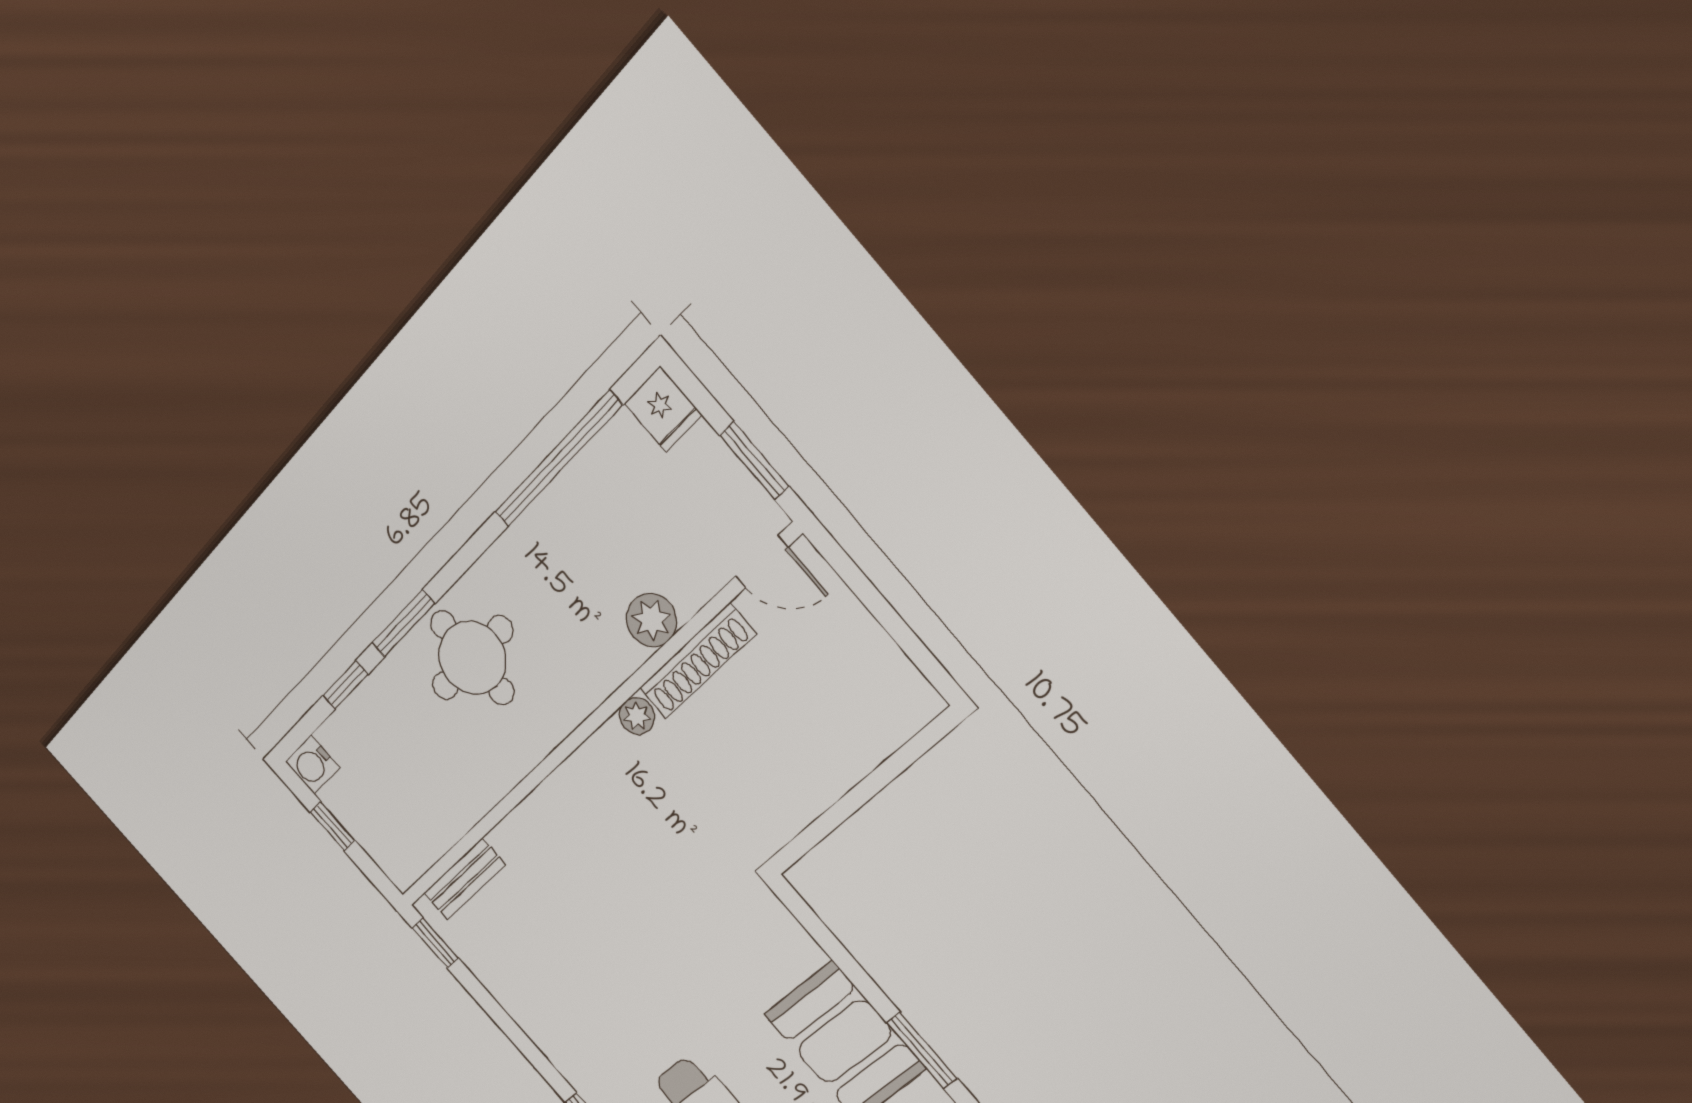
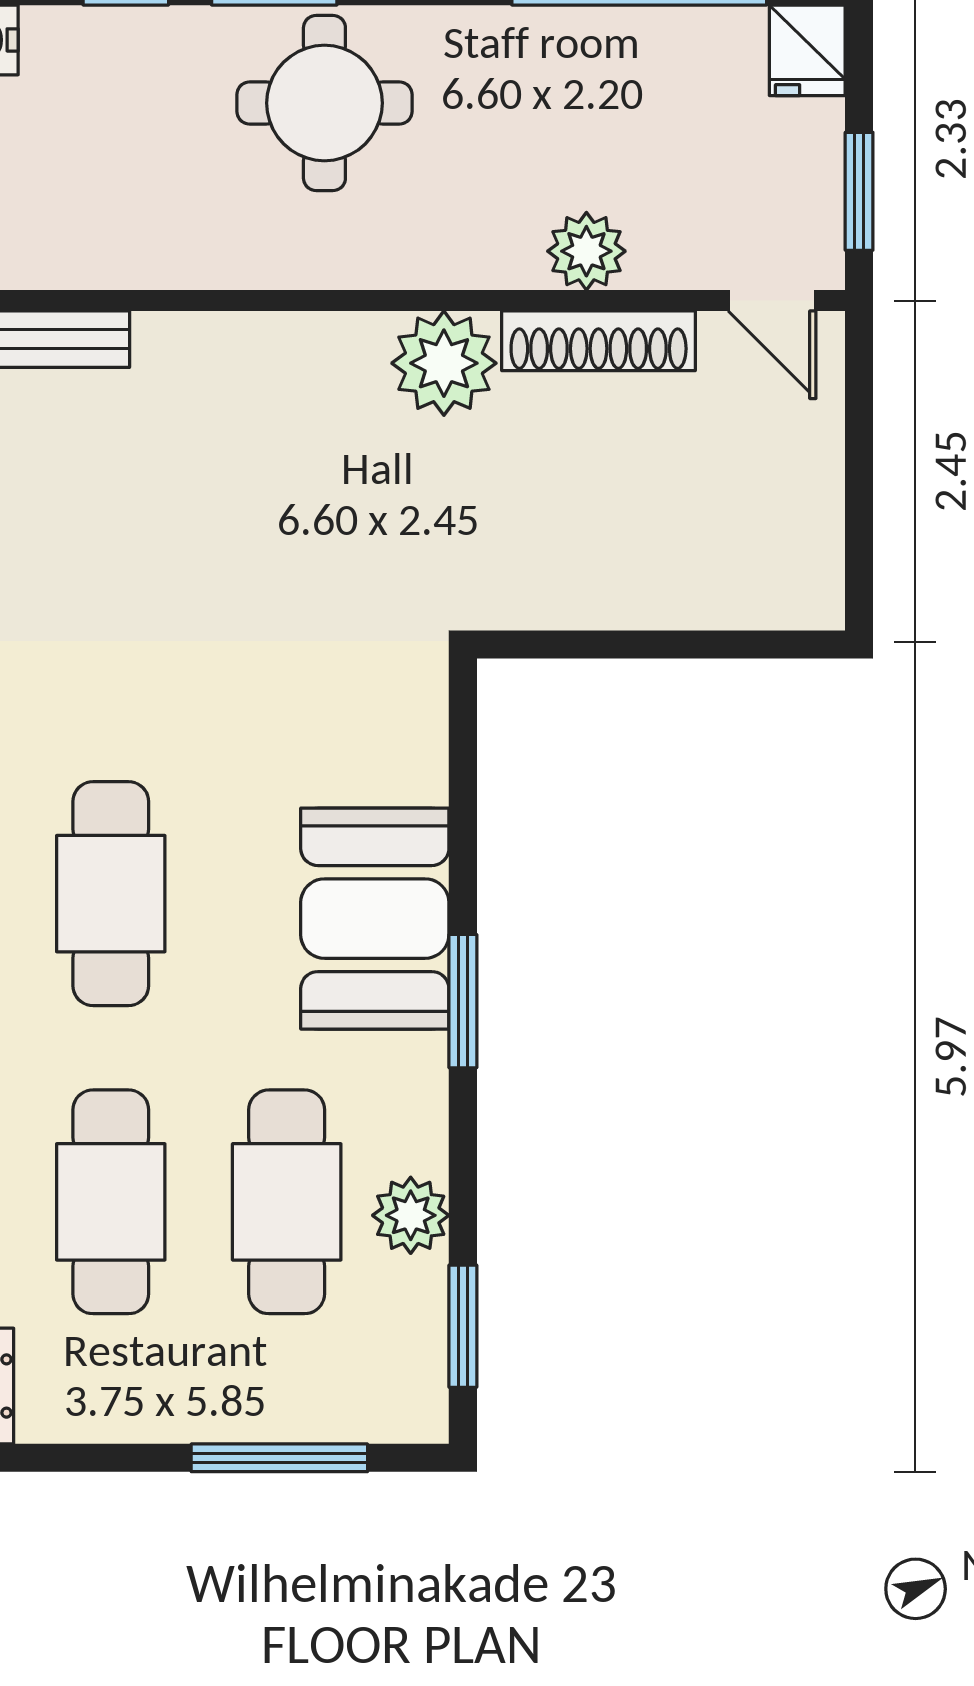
plant: (637, 716) -> (444, 363), width x1.88, depth x1.88

